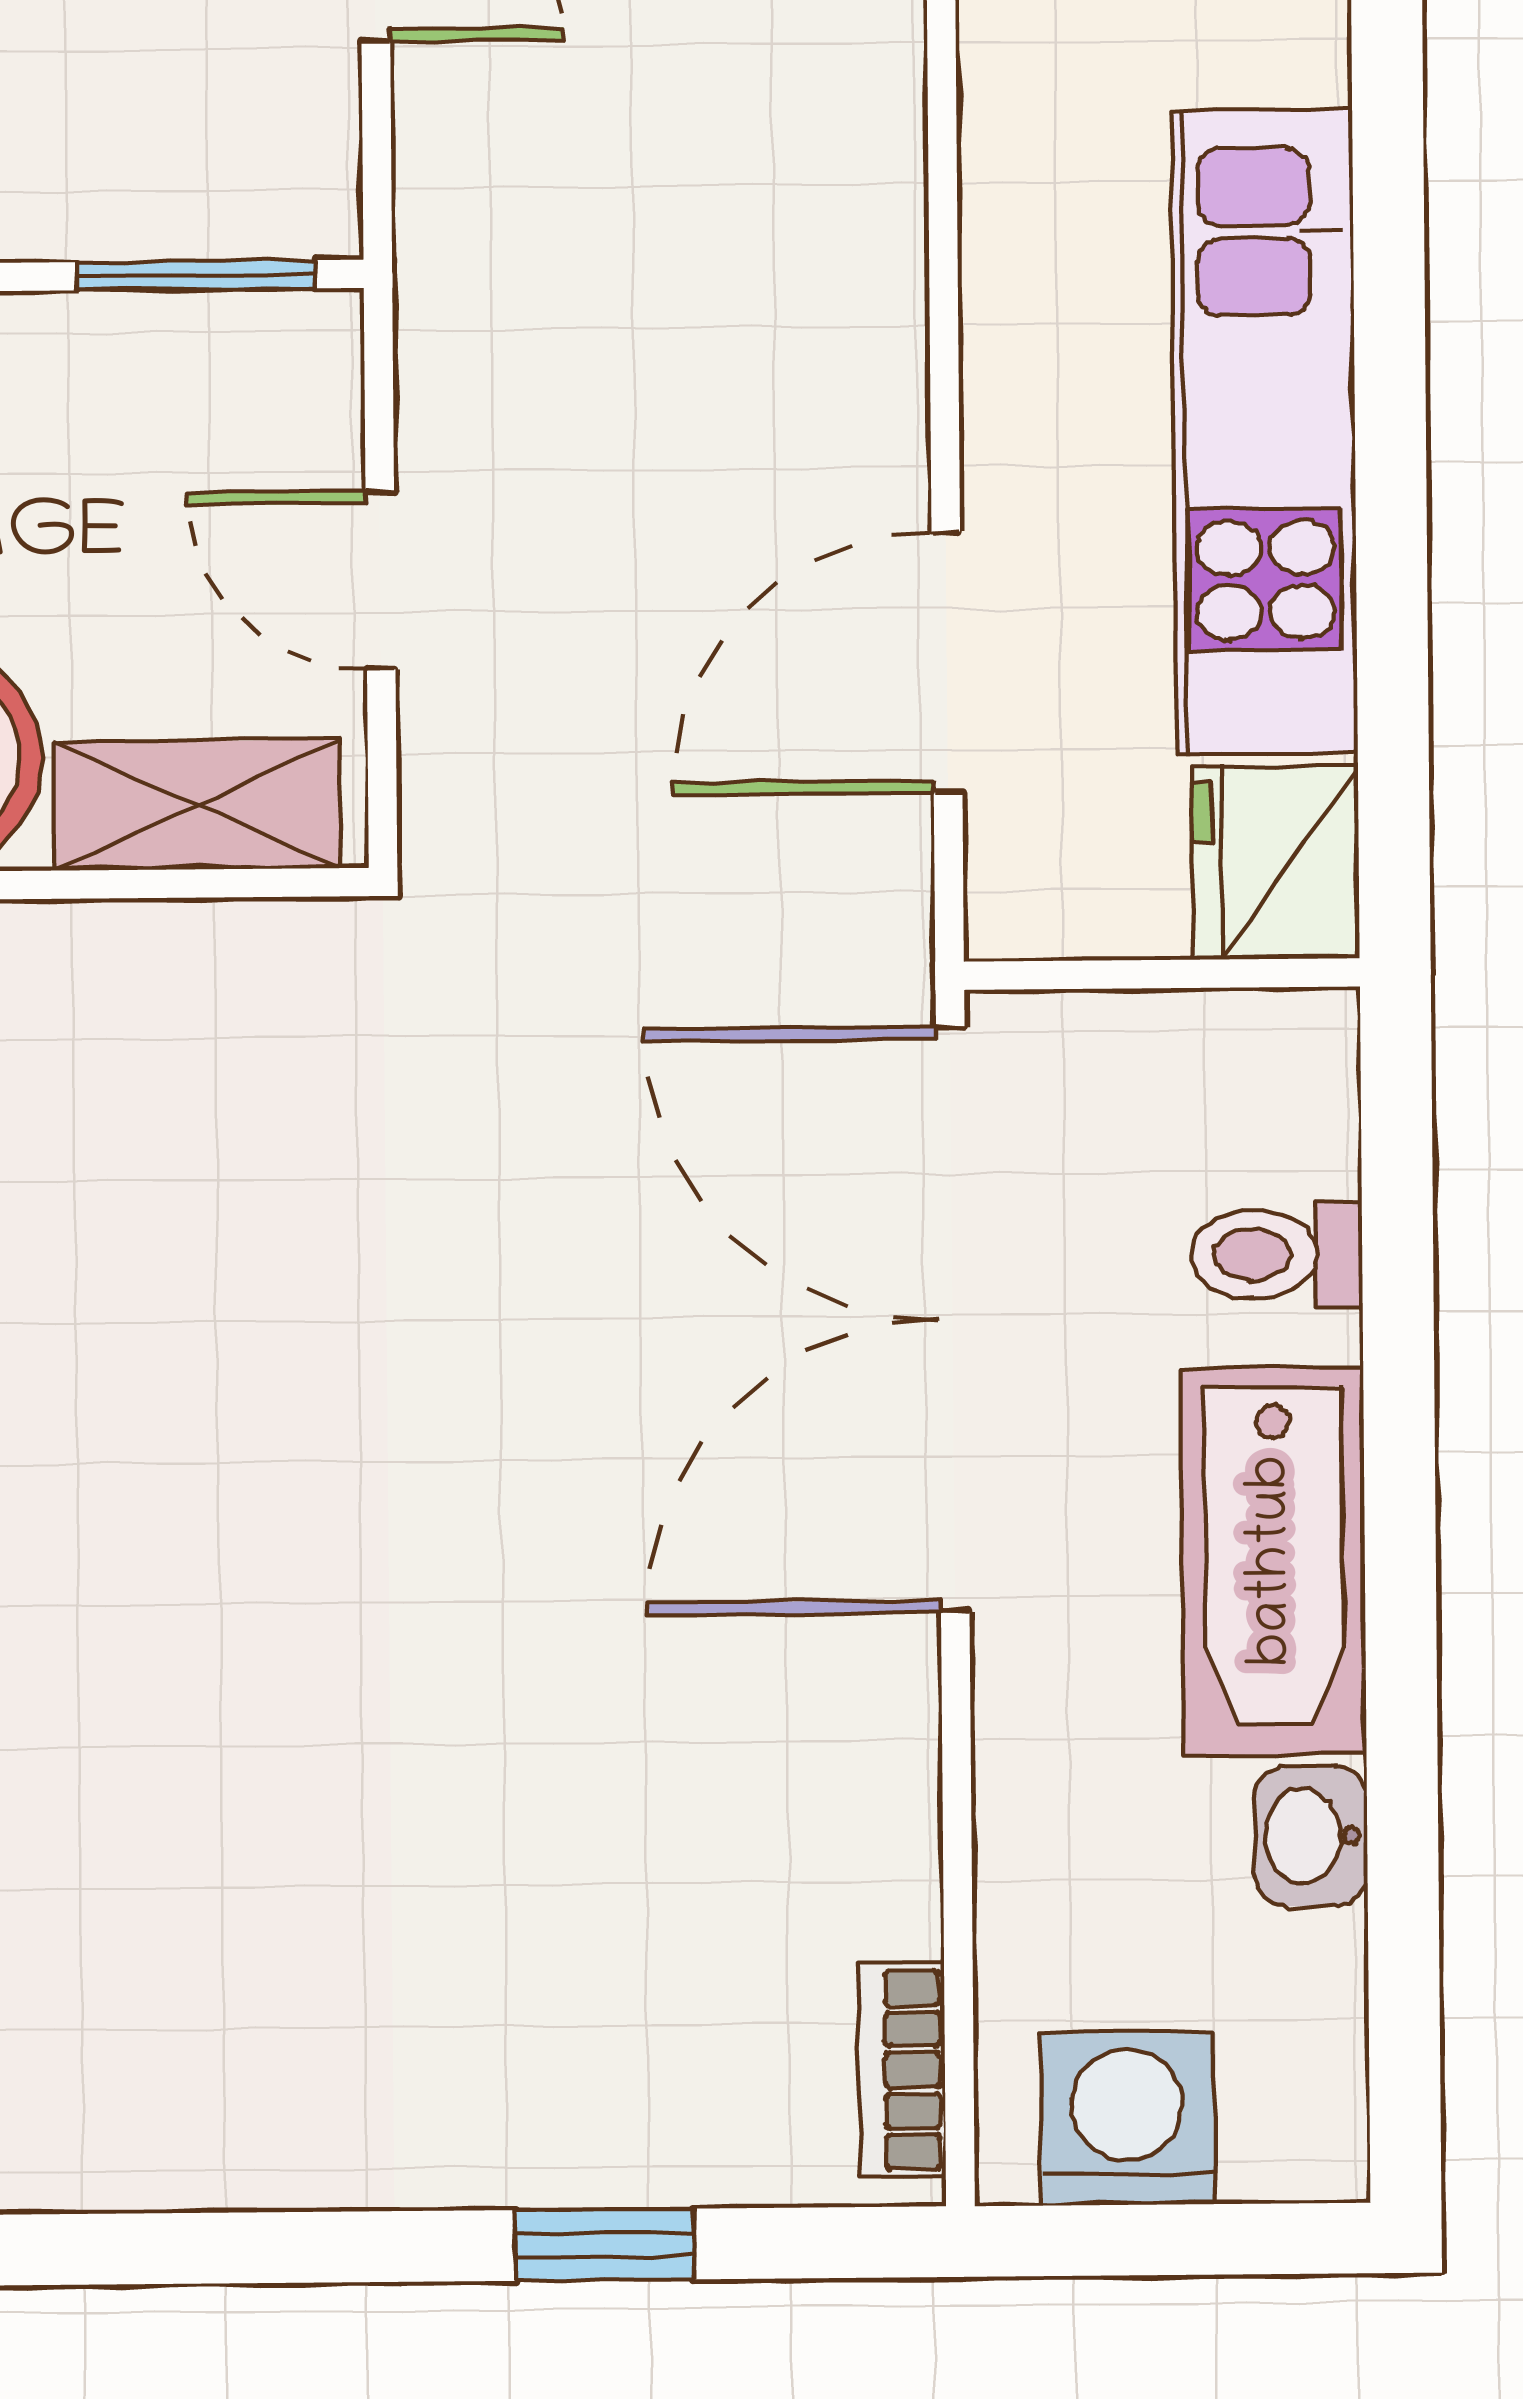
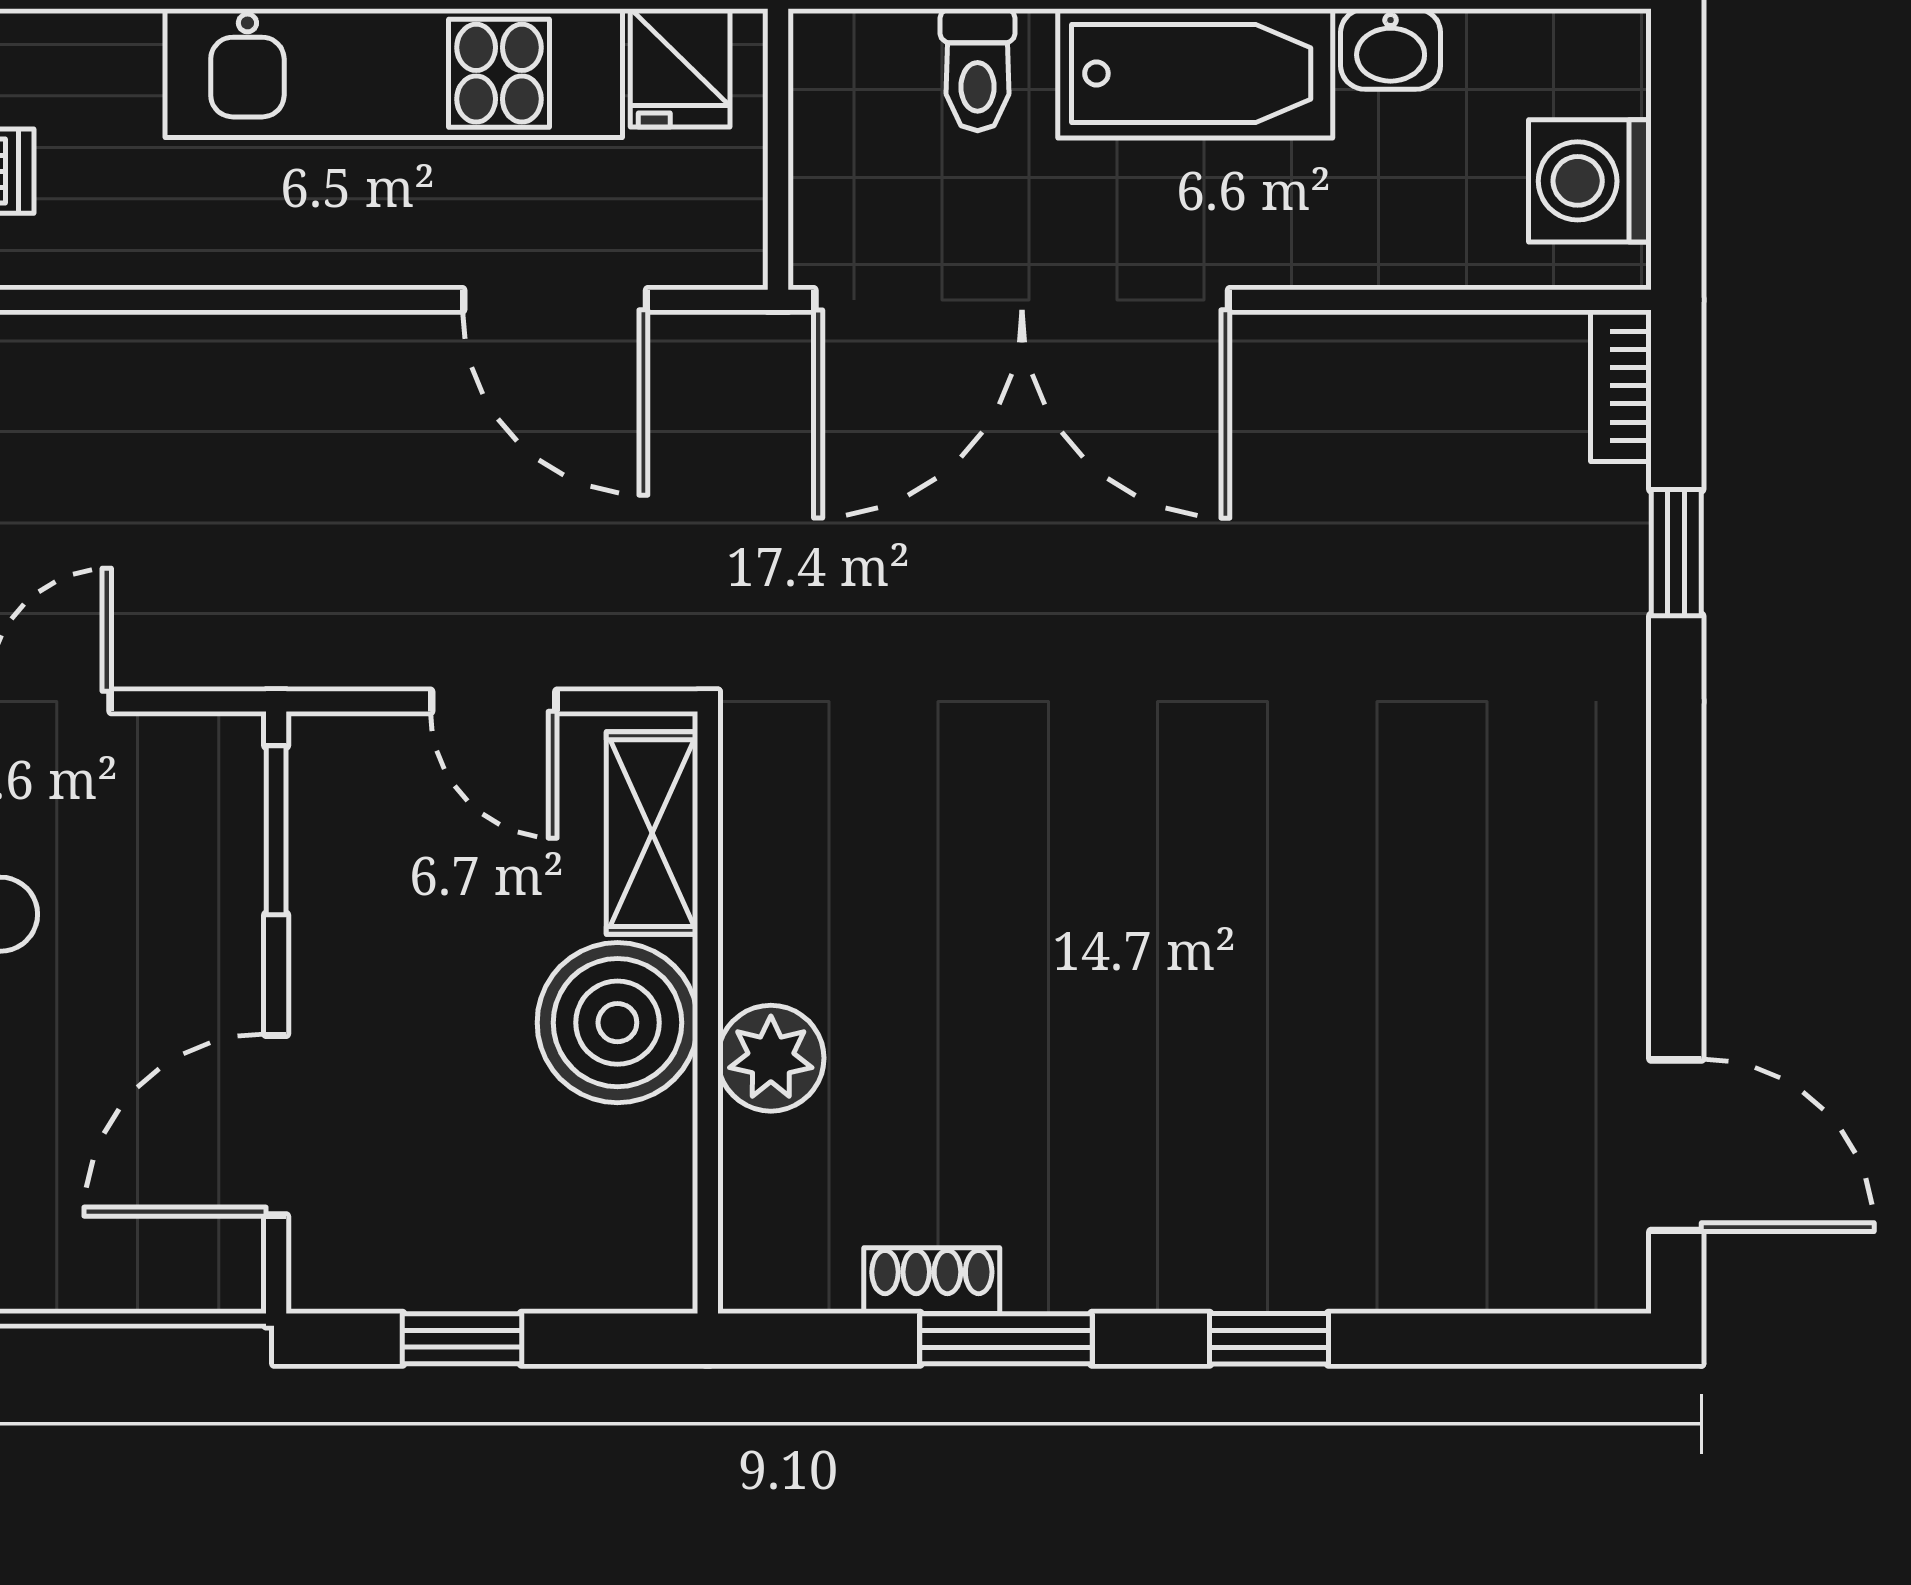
door: (381, 580) -> (494, 701), hinge flipped
fridge: (1275, 862) -> (680, 68), width x0.72
bookcase: (902, 2070) -> (1621, 386), moved, turned 90

